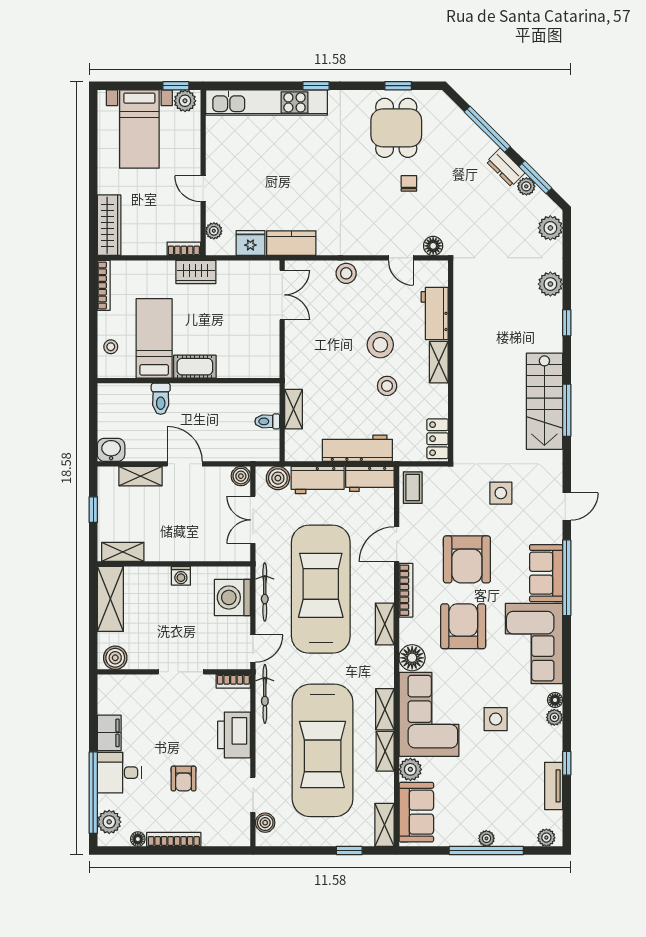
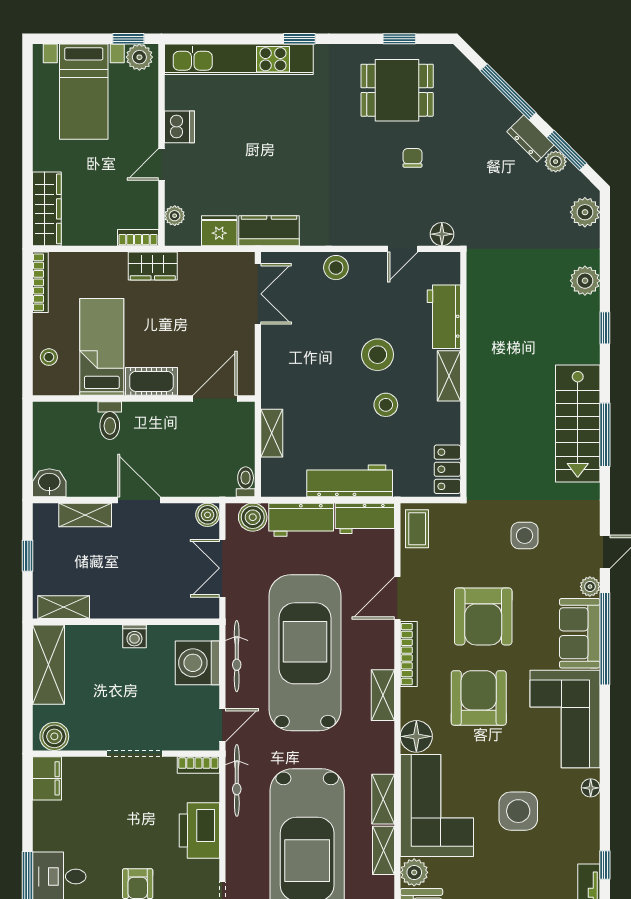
dining table: (396, 128) -> (397, 90), turned 90
dishwasher: (218, 158) -> (179, 127), added
door: (203, 189) -> (161, 164), hinge flipped
door: (401, 258) -> (403, 249), hinge flipped
door: (247, 381) -> (215, 399), added
toilet: (267, 421) -> (246, 482), moved, turned 90
plant: (554, 717) -> (590, 587), moved
side table: (496, 719) -> (518, 811), width x1.37, depth x1.37
filing cabinet: (109, 733) -> (47, 778), moved

